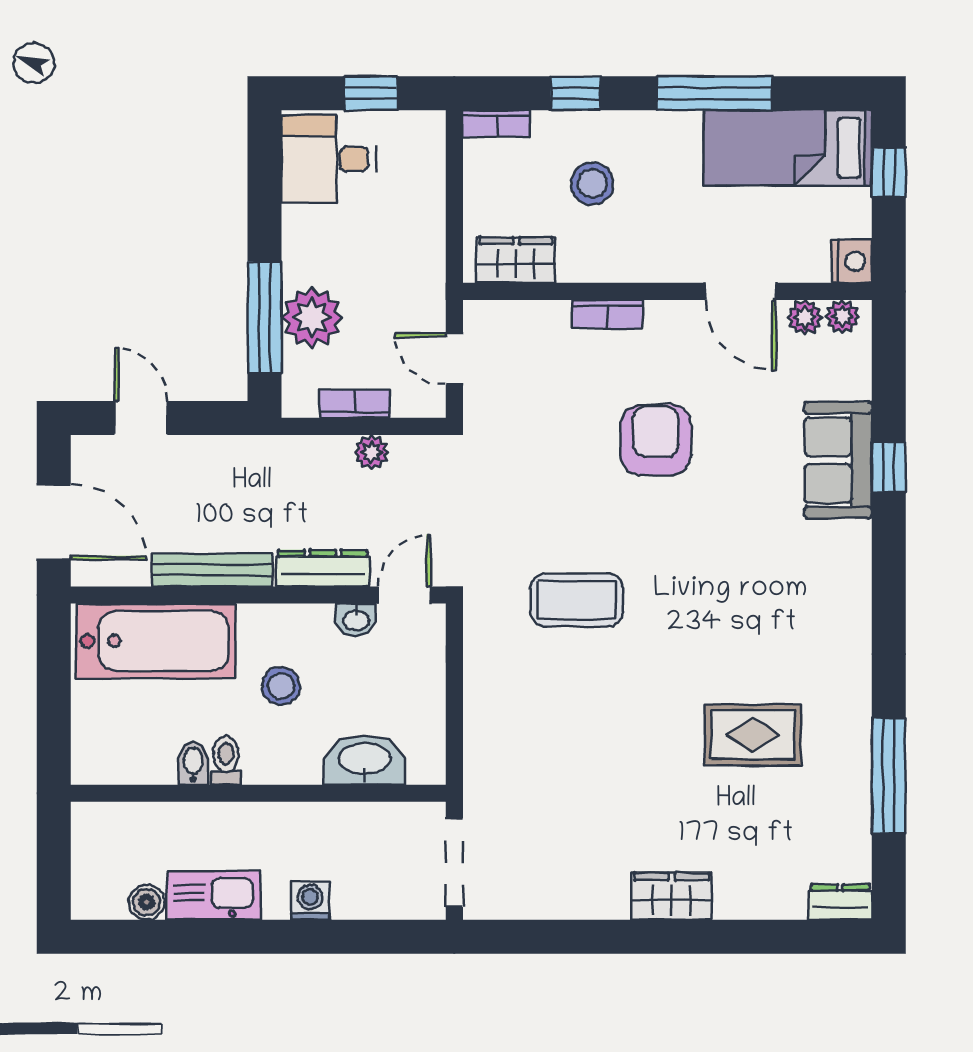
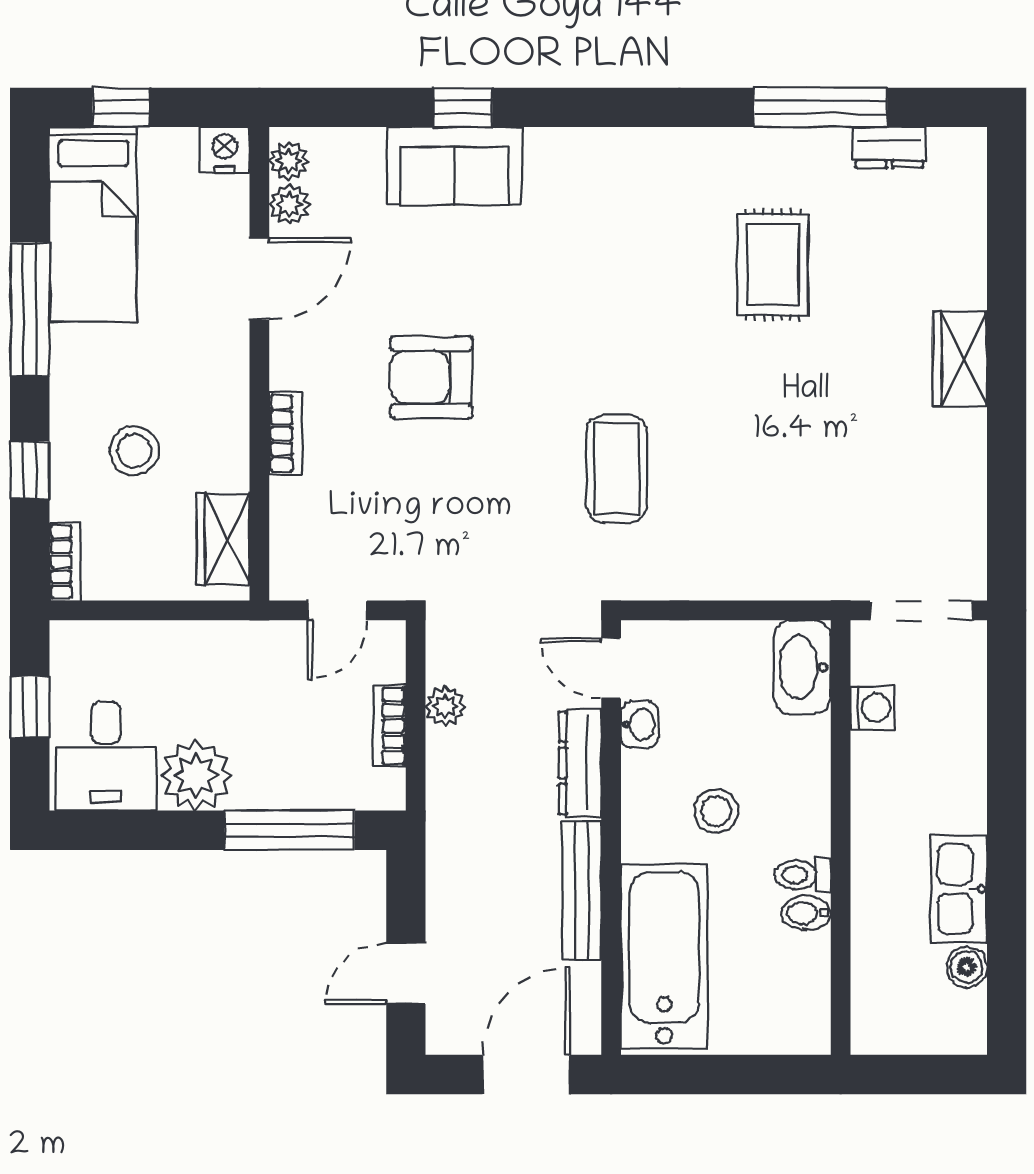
plant: (312, 318) -> (196, 775), moved
washbasin: (364, 760) -> (802, 667), moved
washing machine: (310, 901) -> (872, 708), moved, turned 180
dresser: (840, 902) -> (889, 147), moved, turned -90

